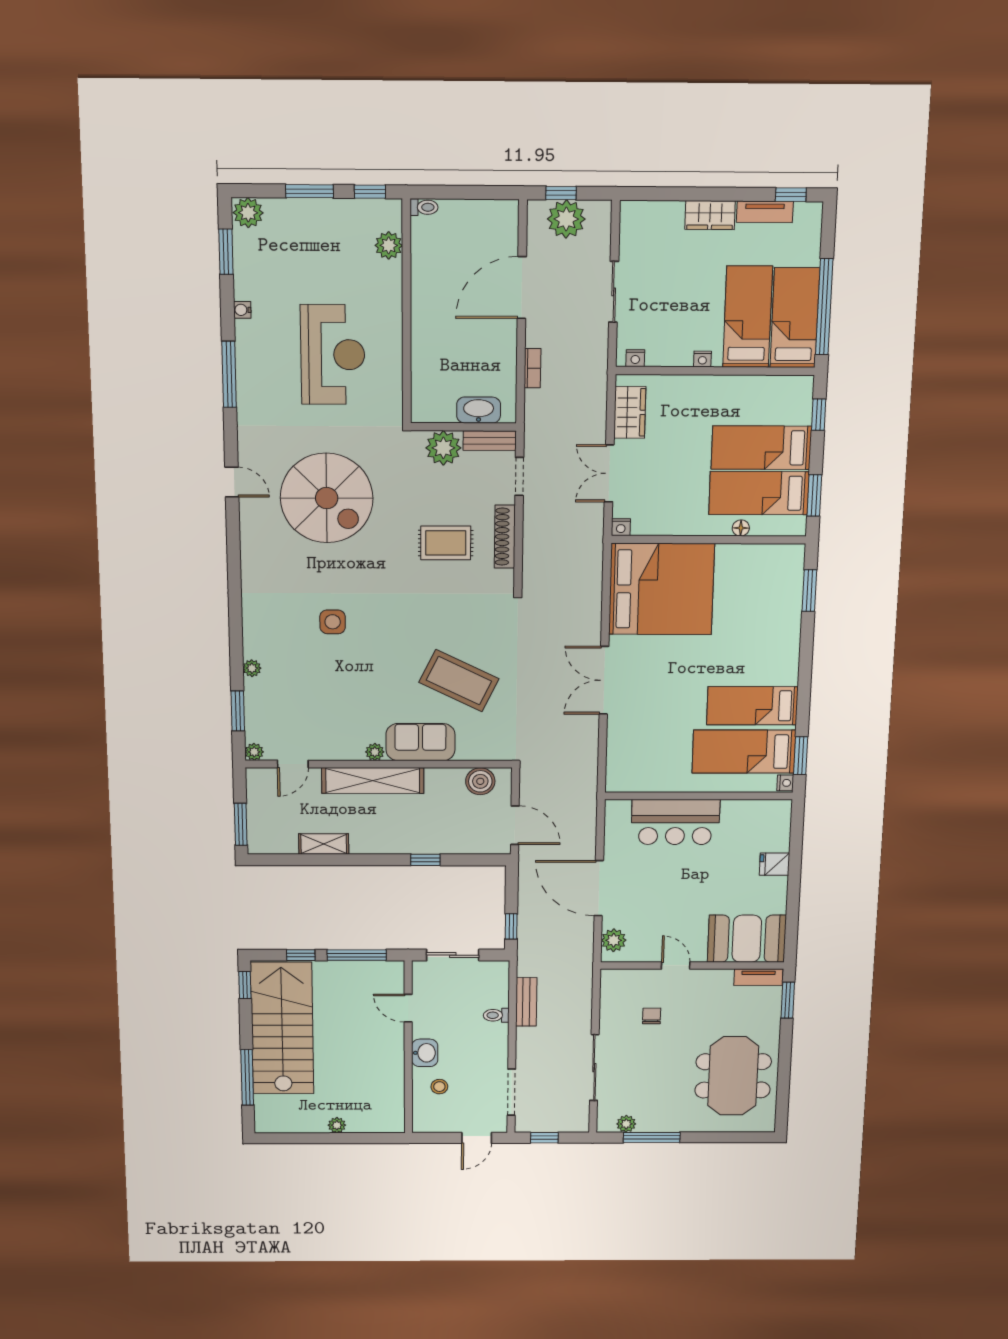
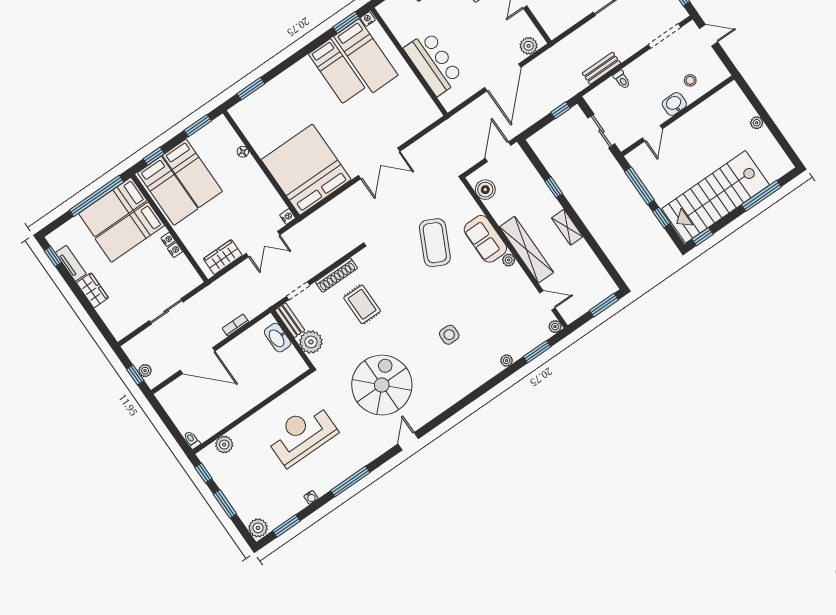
plant: (566, 219) -> (145, 371), width x0.53, depth x0.53
nightstand: (635, 358) -> (175, 250), moved
bed: (759, 493) -> (168, 191), moved
shelving: (324, 844) -> (567, 227), moved

